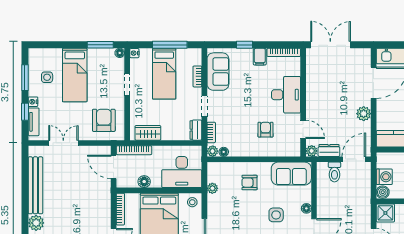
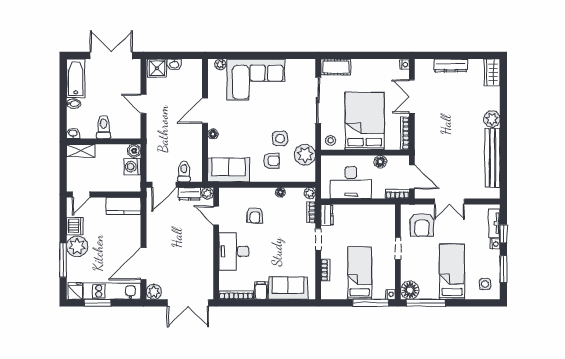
window: (100, 45) -> (426, 303), width x1.44
window: (170, 45) -> (371, 303), moved
window: (244, 45) -> (277, 303), removed
floor lamp: (120, 53) -> (410, 290), width x1.89, depth x1.89
sofa: (218, 72) -> (288, 288), moved, turned 90
side table: (47, 77) -> (485, 284), moved
doorway: (127, 84) -> (398, 248), moved
plant: (364, 114) -> (154, 292), moved
wardrobe: (148, 133) -> (376, 212), removed
double door: (63, 143) -> (449, 202), moved
bookcase: (134, 150) -> (397, 194), width x0.64
floor lamp: (224, 152) -> (280, 192), moved
desk: (182, 172) -> (351, 183), moved, turned 180
plant: (212, 188) -> (305, 155), width x1.88, depth x1.88
shower: (385, 213) -> (131, 129), removed
side table: (276, 215) -> (280, 139), moved

